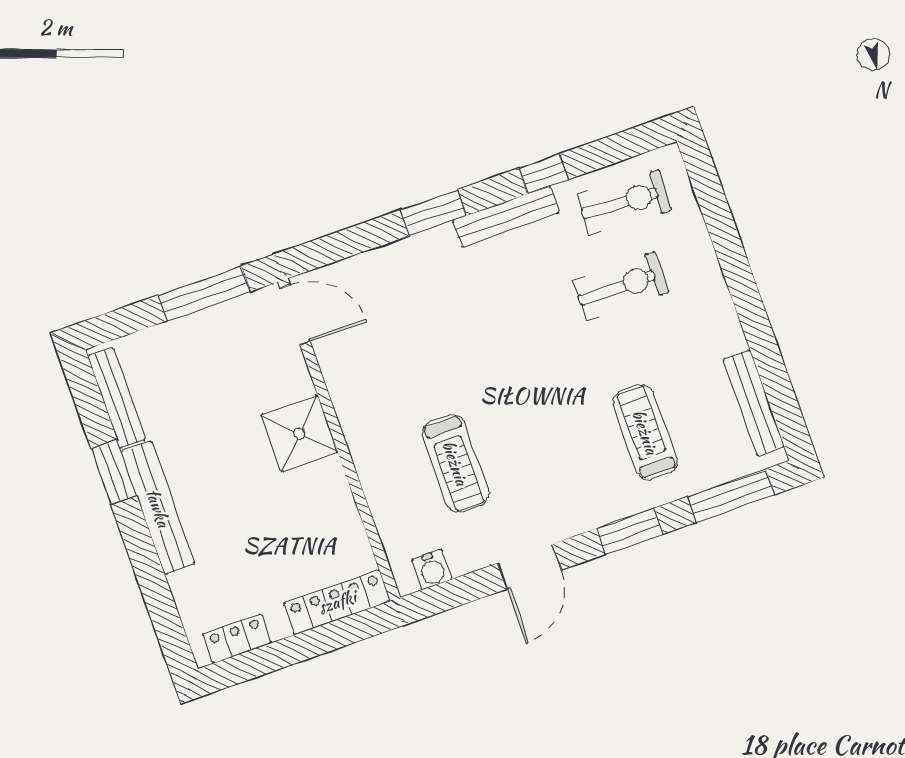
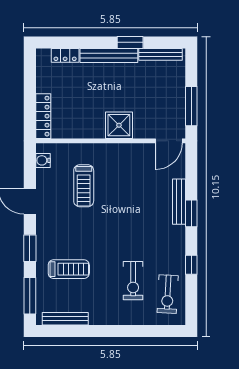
bench: (506, 217) -> (179, 202), moved
treadmill: (455, 463) -> (84, 186), turned -90
locker: (237, 639) -> (65, 55), moved, turned 90

